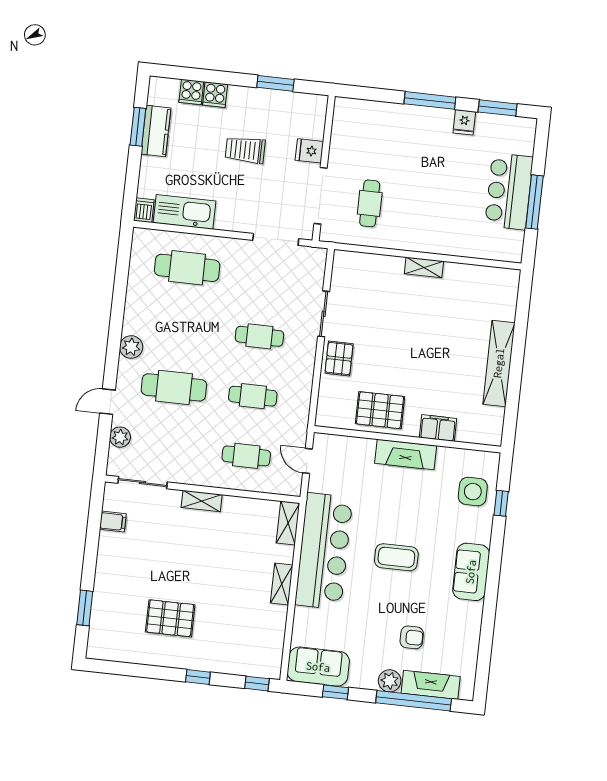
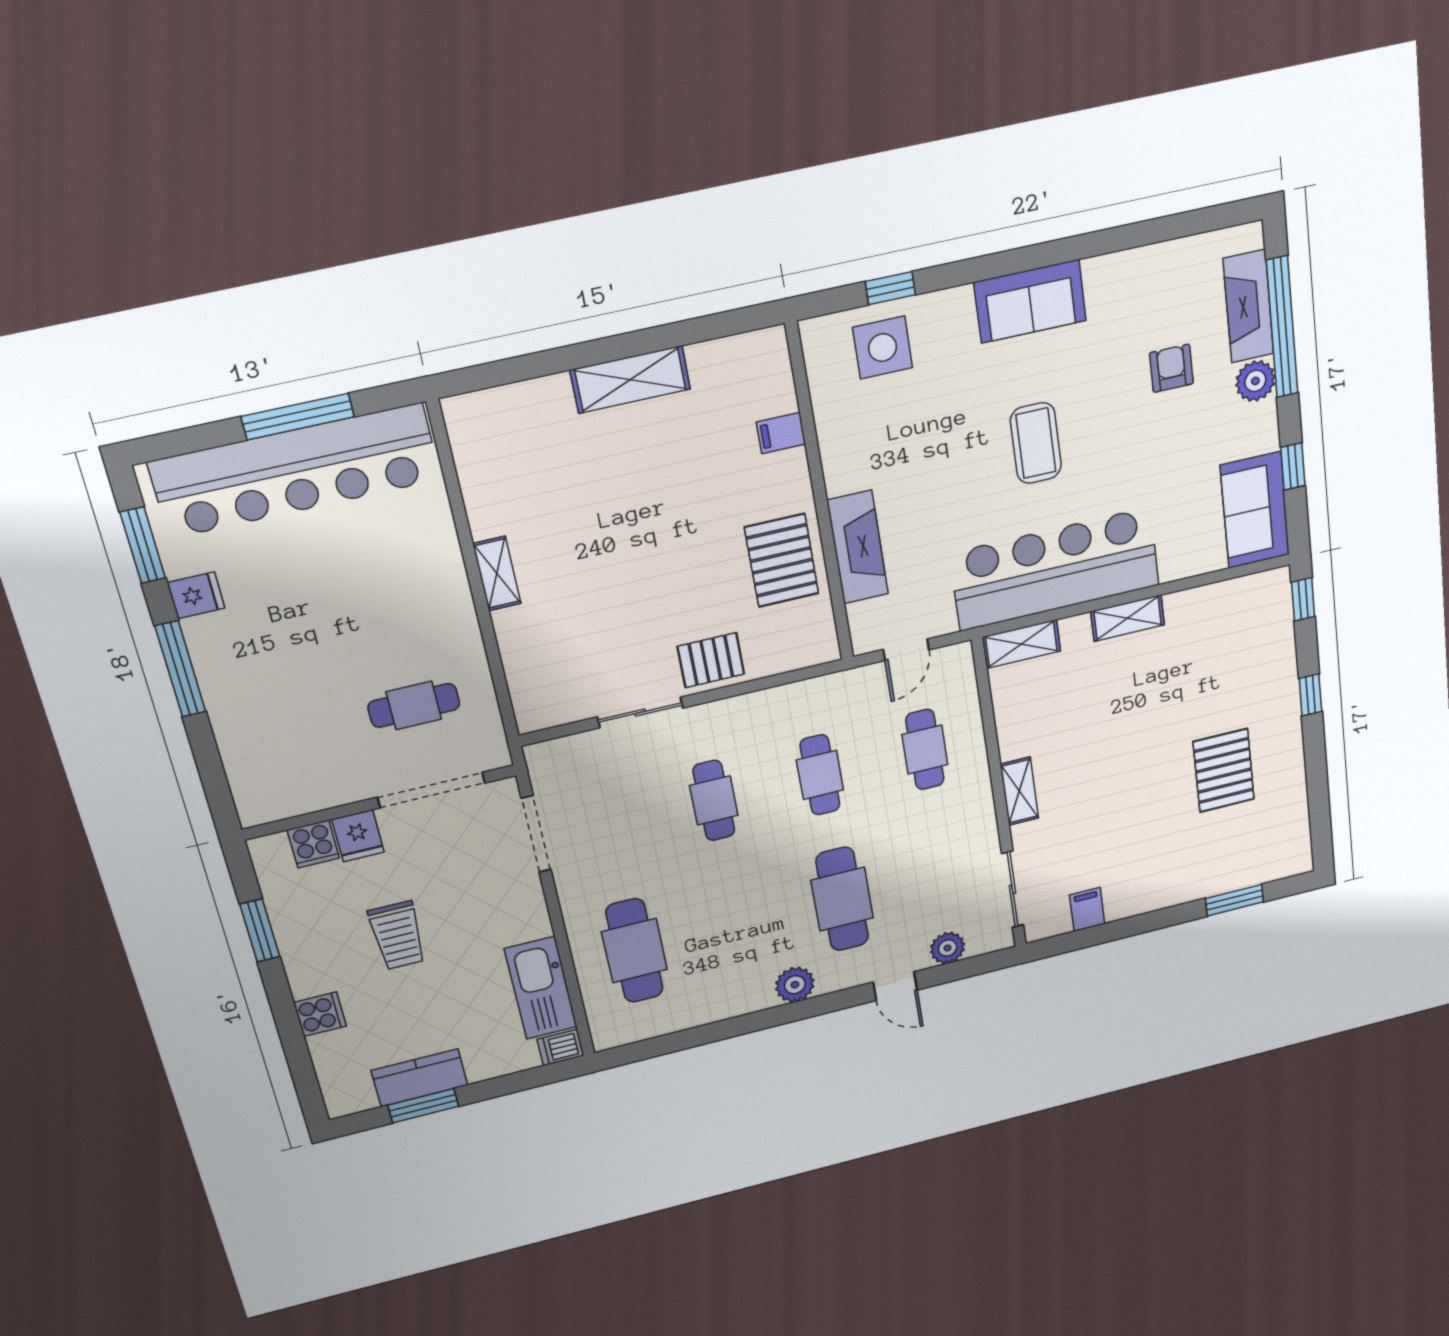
cooker: (191, 92) -> (313, 844), moved, turned 90
bar counter: (509, 191) -> (296, 471), width x1.86
shelving: (499, 363) -> (630, 380), width x0.68
filing cabinet: (438, 428) -> (781, 433), width x0.50
fireplace: (406, 454) -> (858, 547), moved

